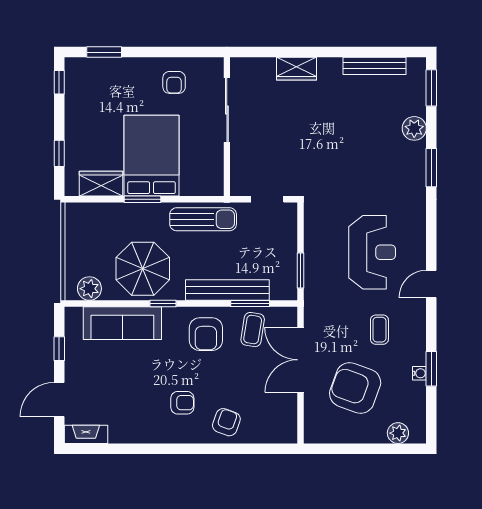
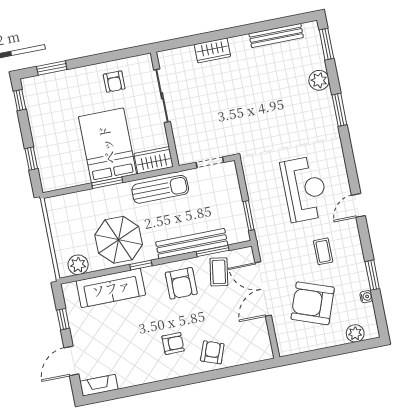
wardrobe: (101, 184) -> (154, 160), moved
water cooler: (419, 373) -> (366, 297), moved

